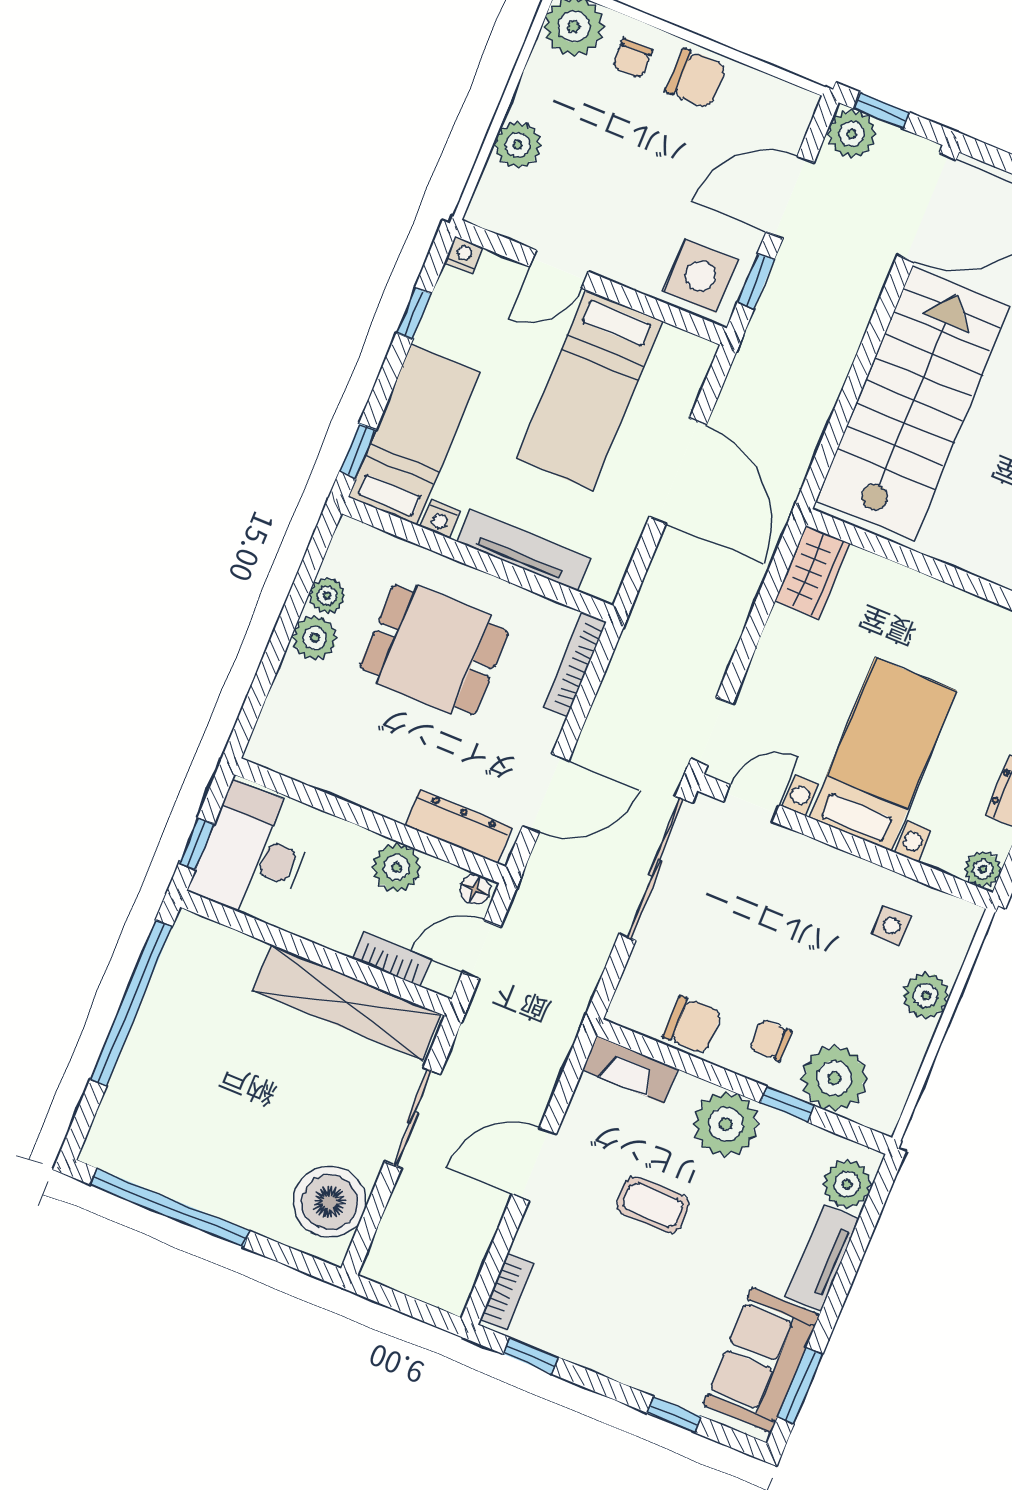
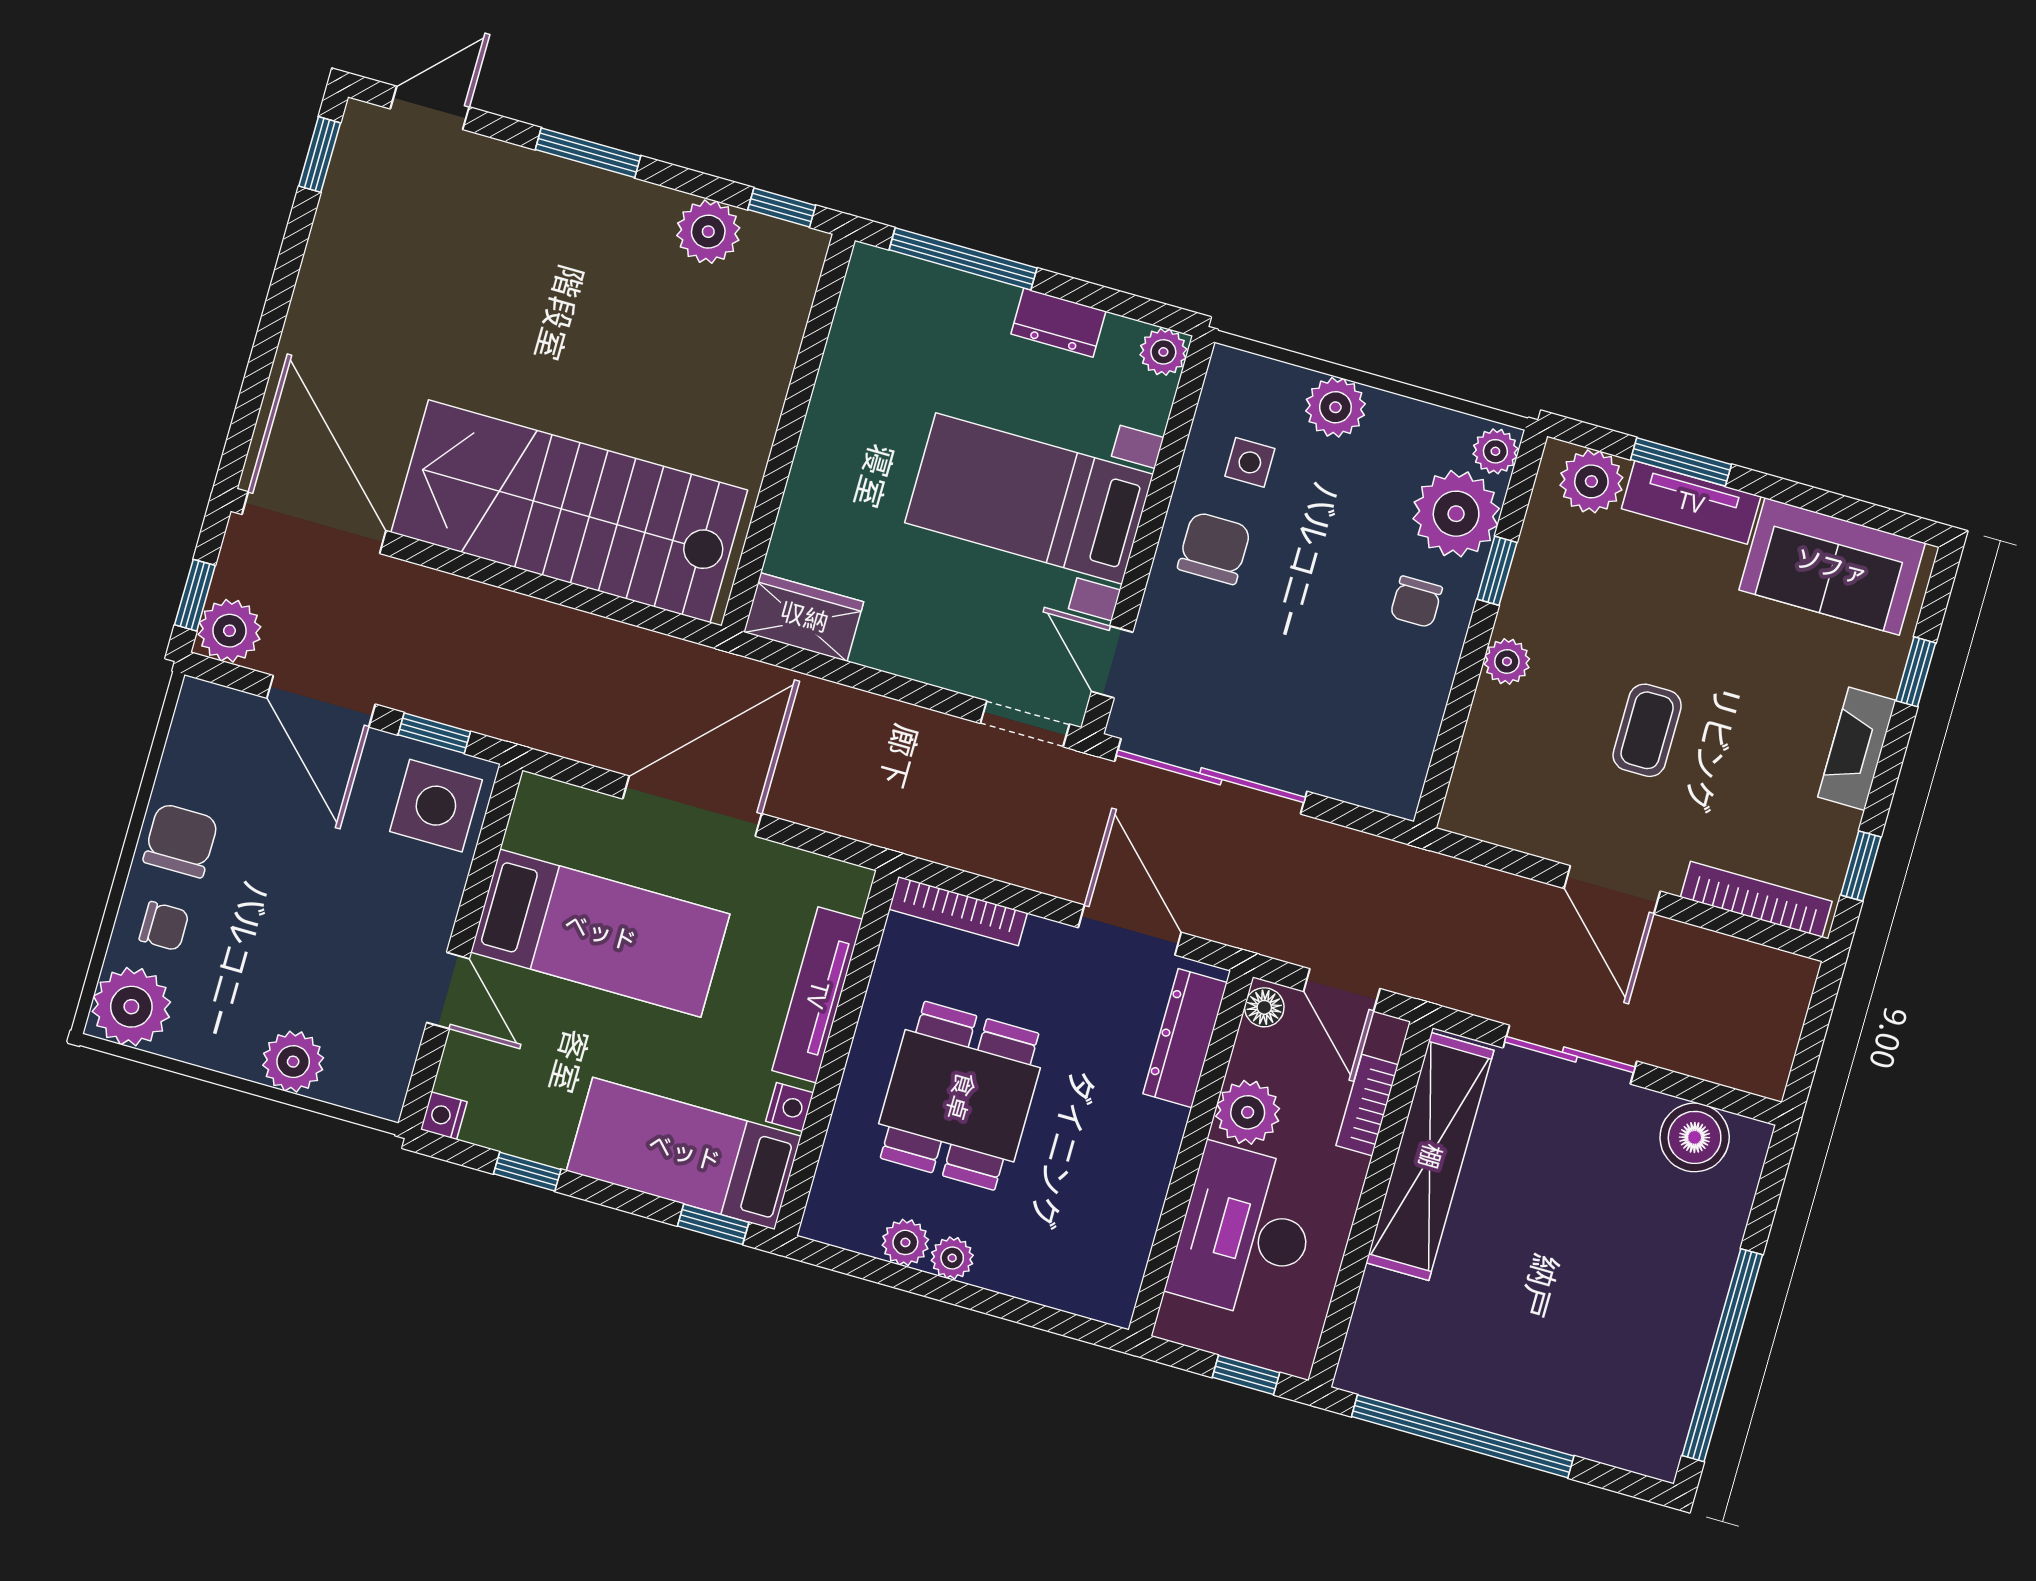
plant: (315, 638) -> (952, 1258), width x0.73, depth x0.73
desk: (254, 853) -> (1245, 1232), moved, turned 90
chair: (692, 1025) -> (1214, 548), moved
fireplace: (630, 1069) -> (1857, 749), moved, turned 180
plant: (878, 1114) -> (1495, 451), added
plant: (726, 1124) -> (1507, 661), width x0.53, depth x0.53
boiler: (330, 1202) -> (1695, 1137), width x0.73, depth x0.73
bookcase: (507, 1292) -> (1756, 899), width x1.56
window: (800, 1386) -> (1681, 462), moved

